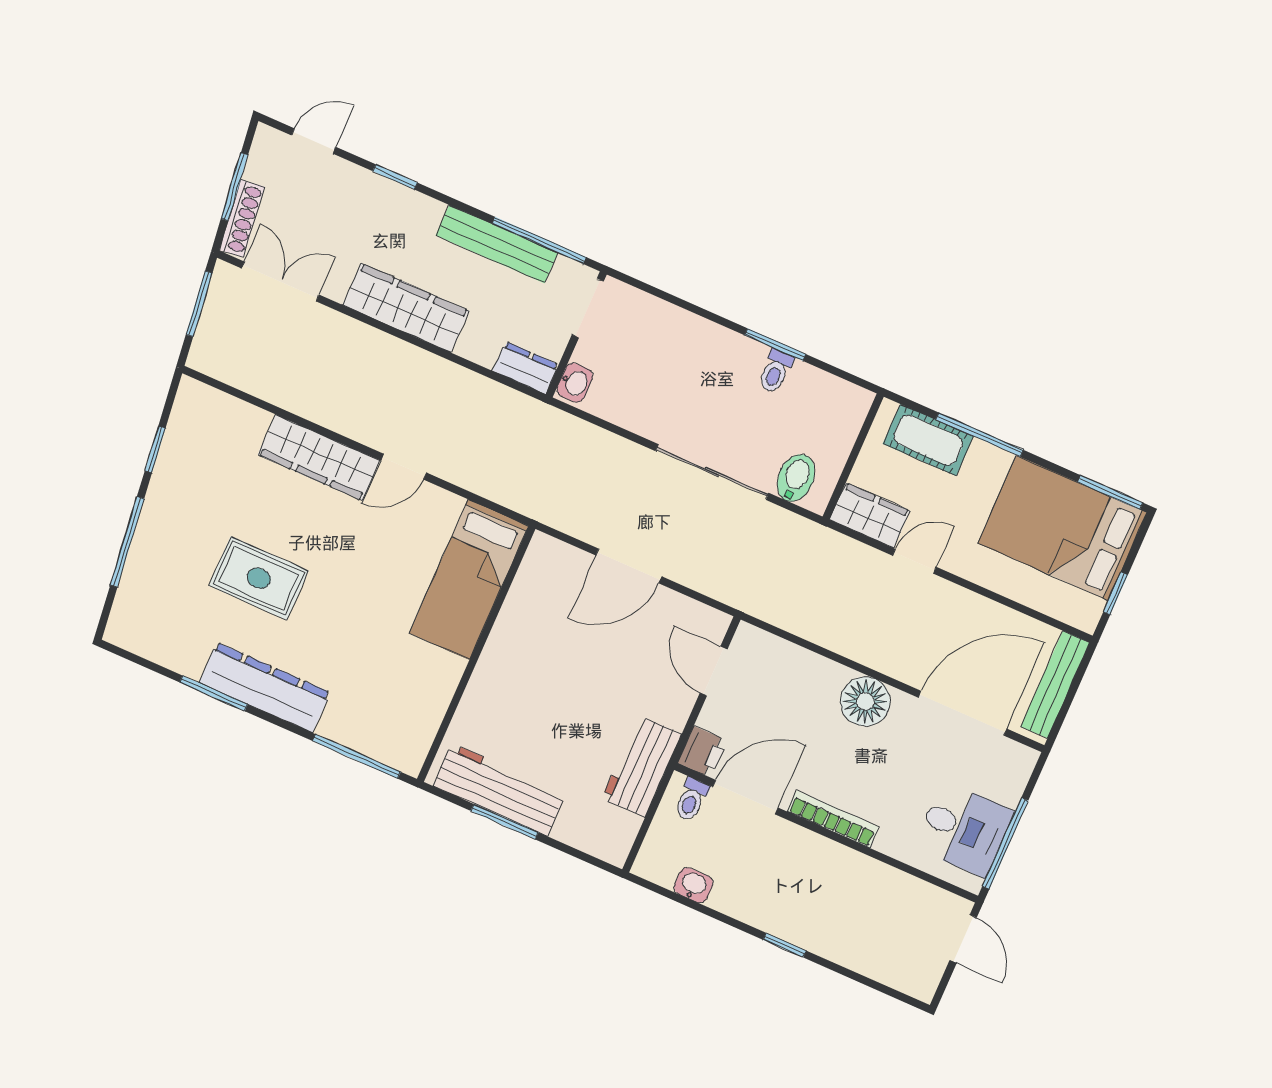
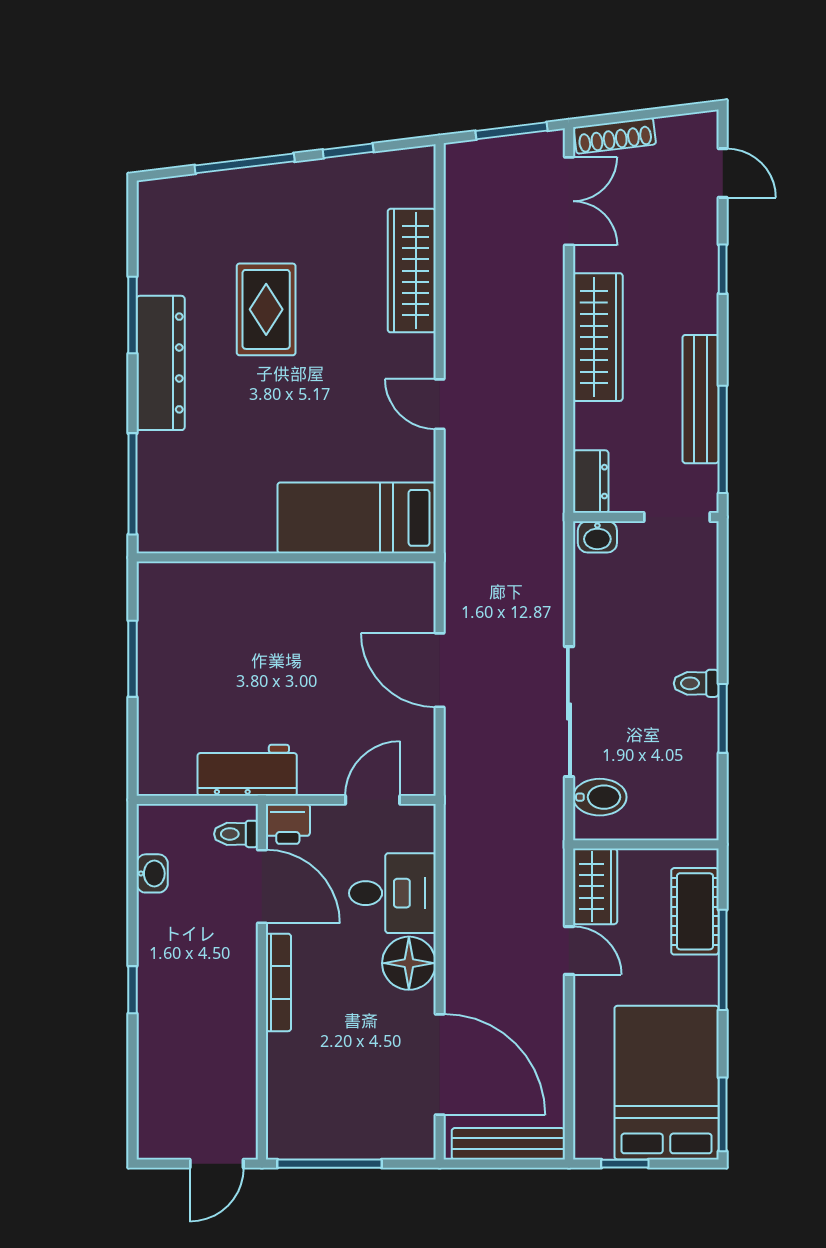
window: (234, 187) -> (643, 115), removed
toilet: (775, 371) -> (696, 683), moved
wardrobe: (319, 458) -> (412, 271), moved
workbench: (499, 790) -> (162, 640), removed
desk: (964, 829) -> (392, 893), moved, turned -90

